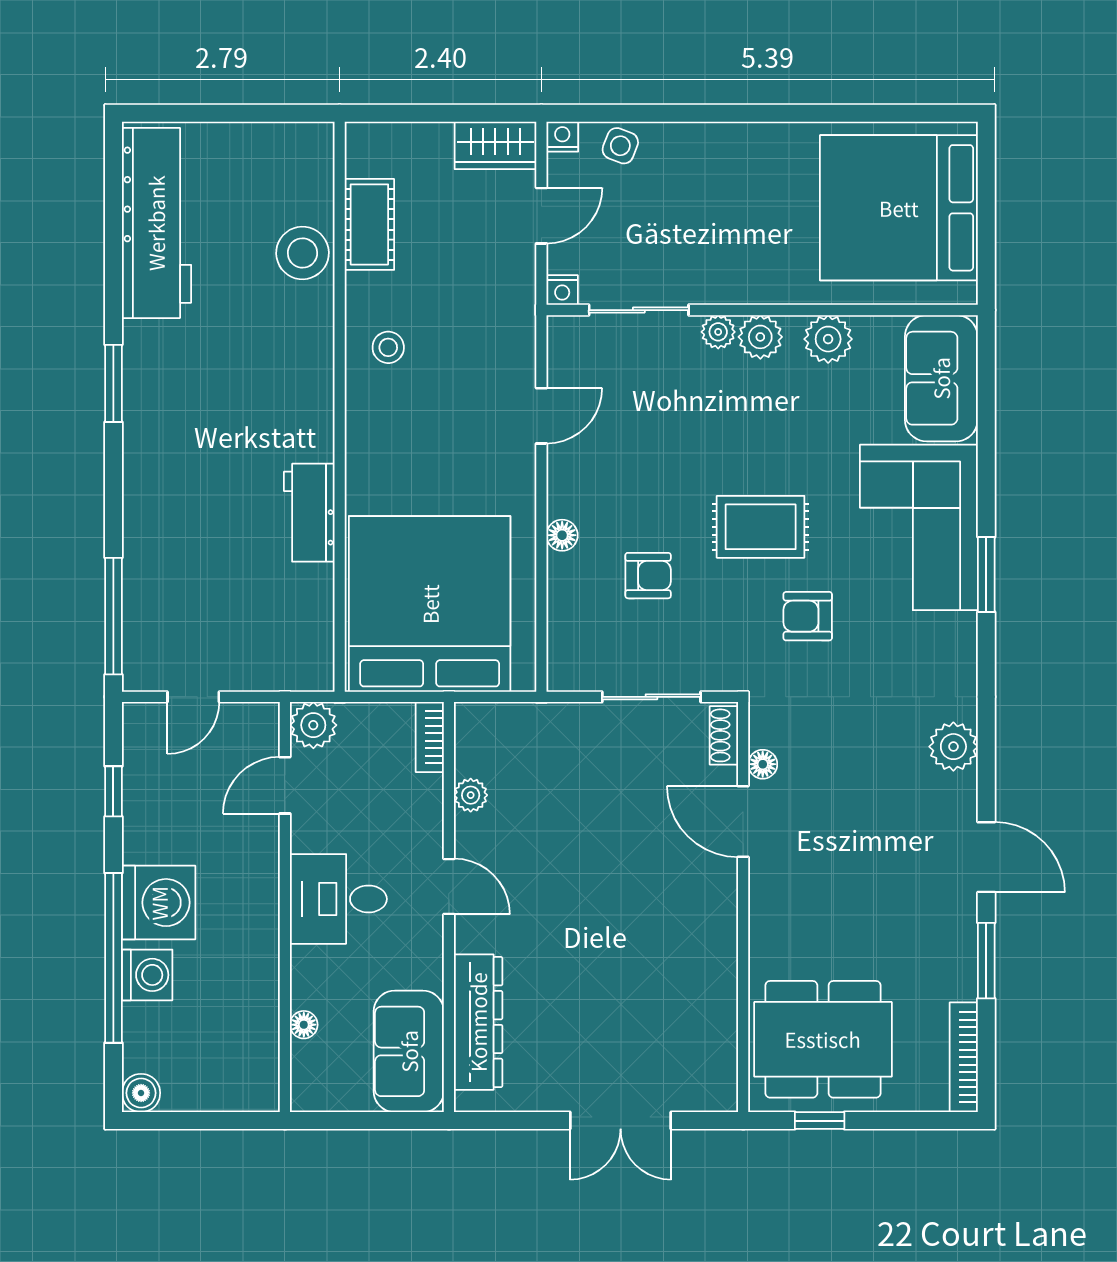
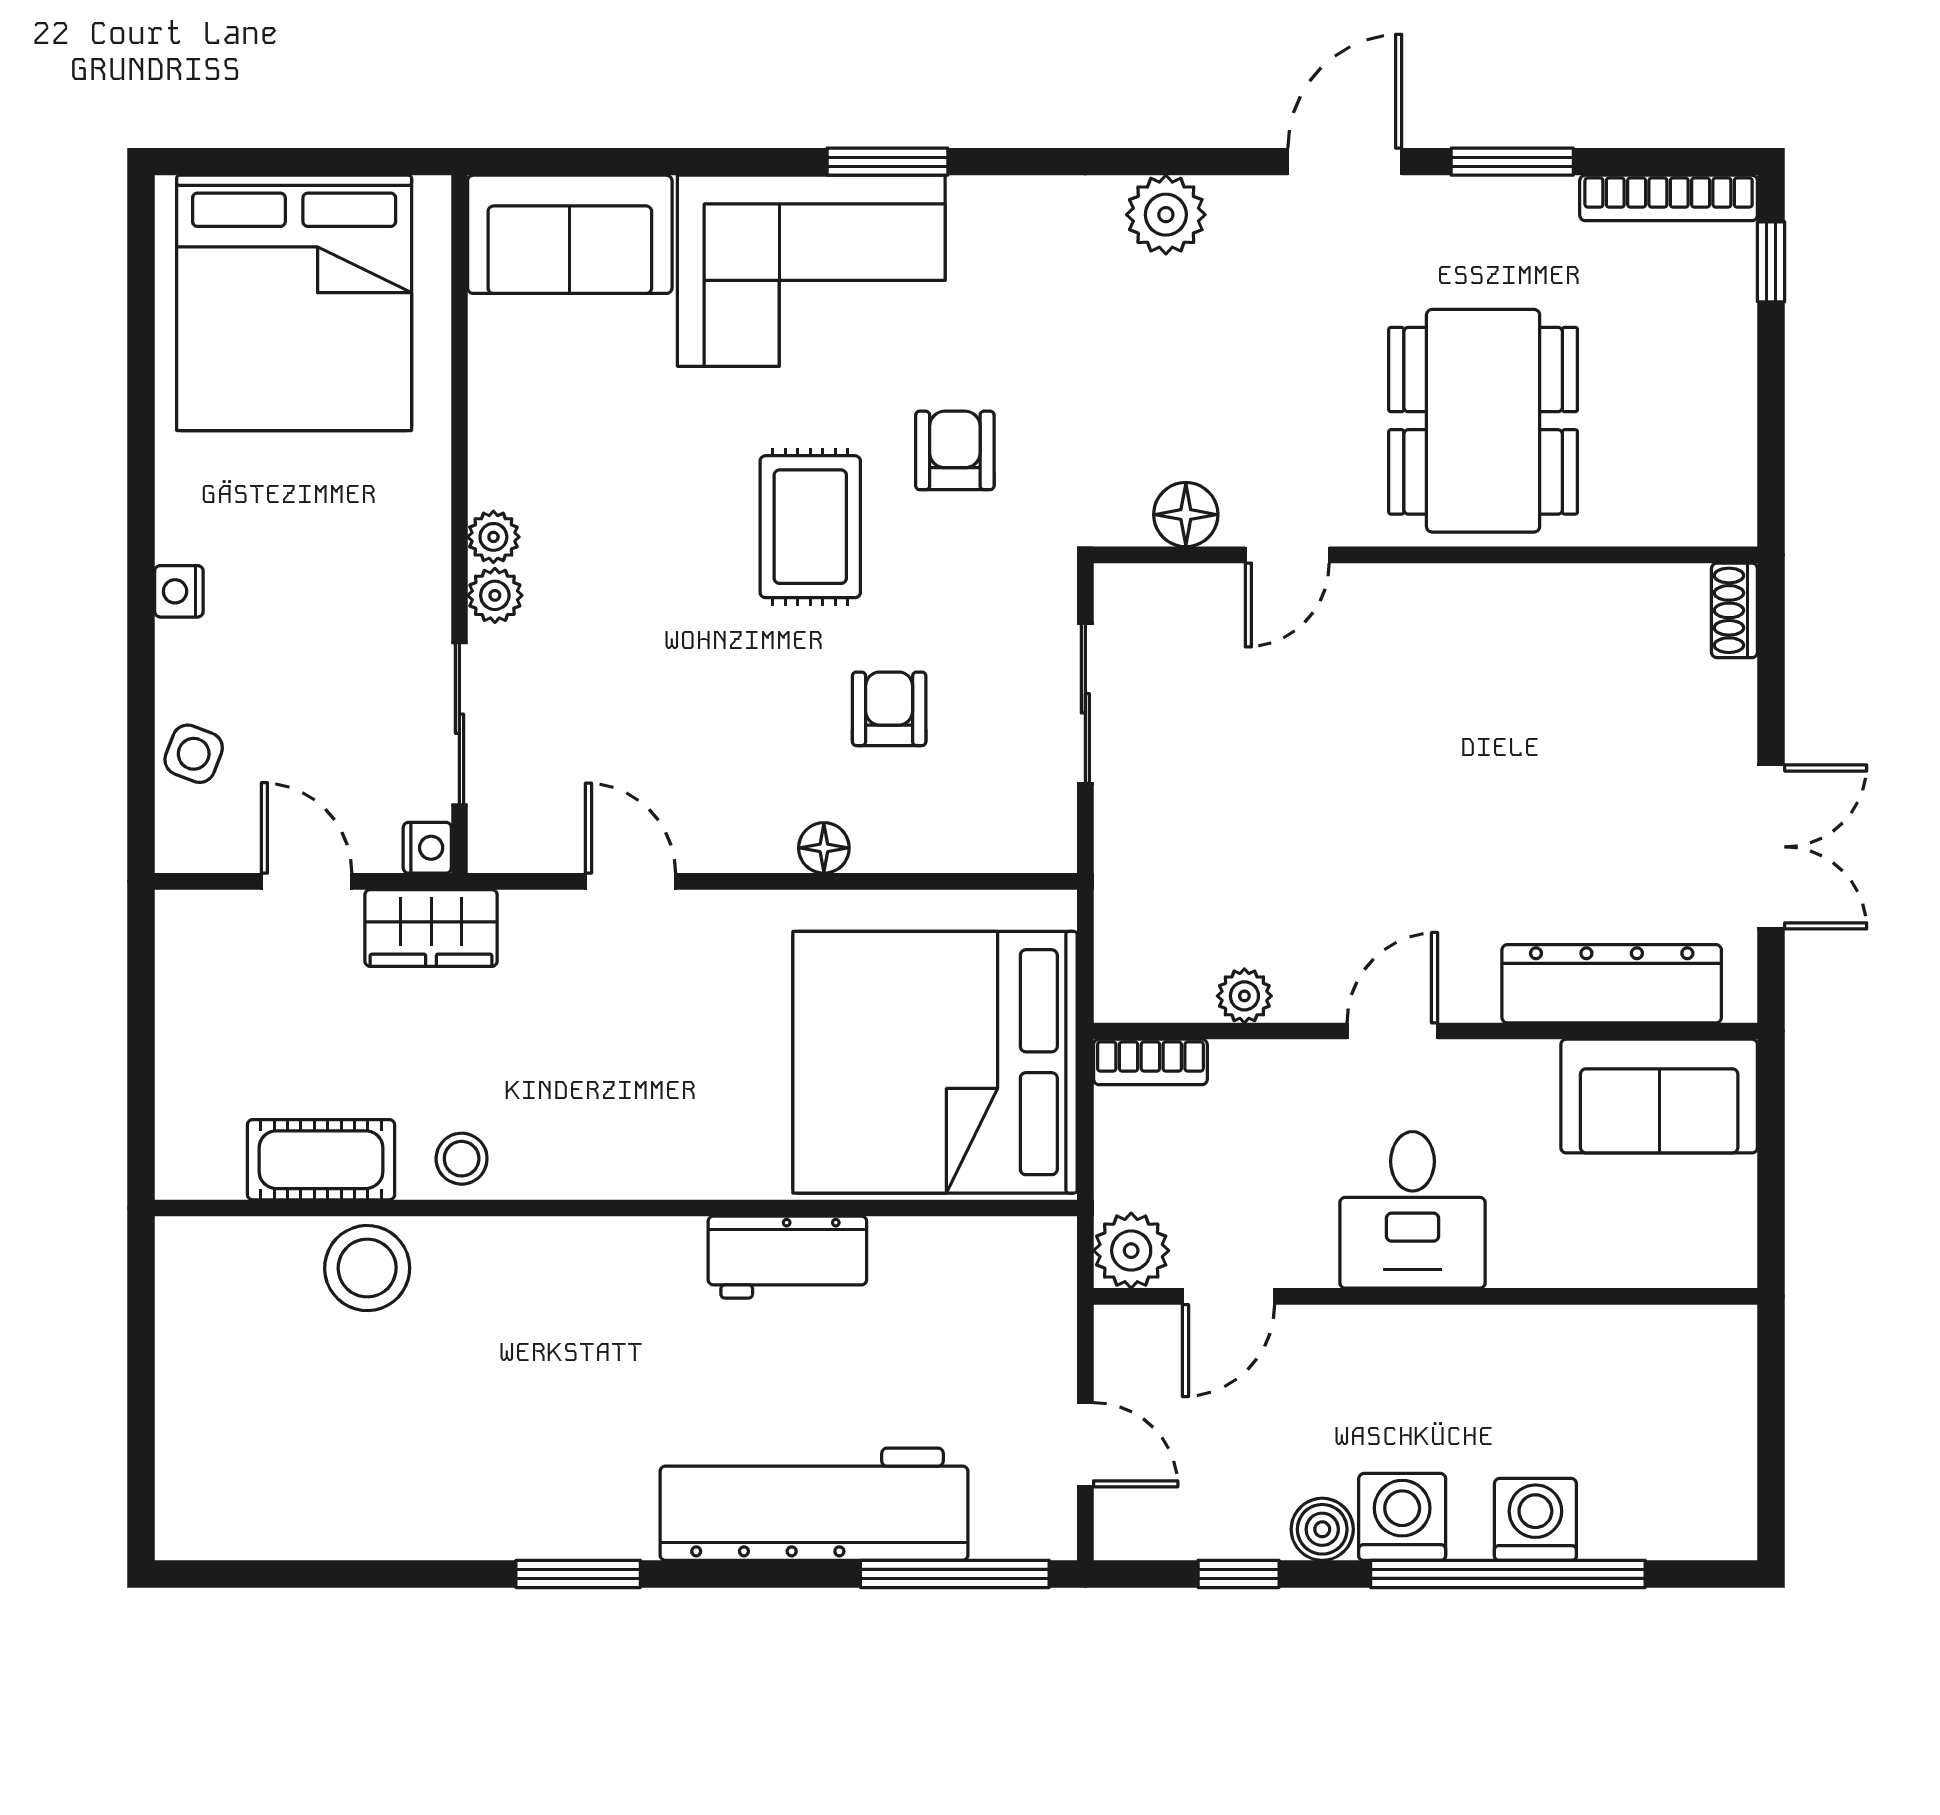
nightstand: (562, 137) -> (179, 591), moved
wardrobe: (495, 145) -> (431, 928), moved, turned 90
workbench: (156, 223) -> (814, 1504), moved
plant: (760, 337) -> (493, 537), width x0.73, depth x0.73
plant: (828, 339) -> (506, 417), removed
stool: (388, 347) -> (462, 1159), moved
armchair: (808, 616) -> (955, 450), turned 180
shoe rack: (724, 735) -> (1734, 610), moved, turned 90
floor lamp: (763, 764) -> (1186, 515), width x1.37, depth x1.37
door: (285, 785) -> (1229, 1296), hinge flipped
door: (743, 822) -> (1287, 555), width x0.73
washing machine: (159, 903) -> (1402, 1517), width x0.73, depth x0.73
floor lamp: (304, 1025) -> (1616, 1266), removed
dining table: (823, 1039) -> (1483, 421), moved
boiler: (141, 1093) -> (1322, 1529), moved
double door: (621, 1121) -> (1771, 847), moved
window: (820, 1121) -> (1771, 262), moved

